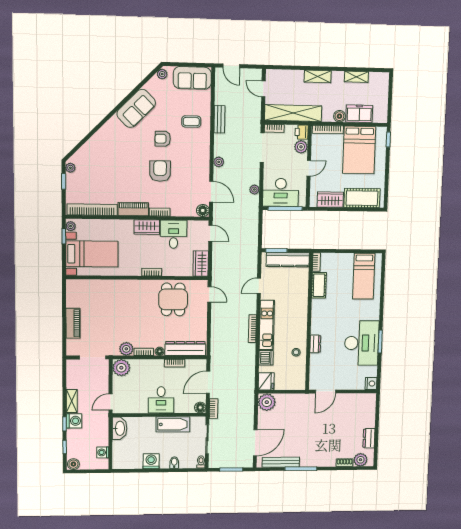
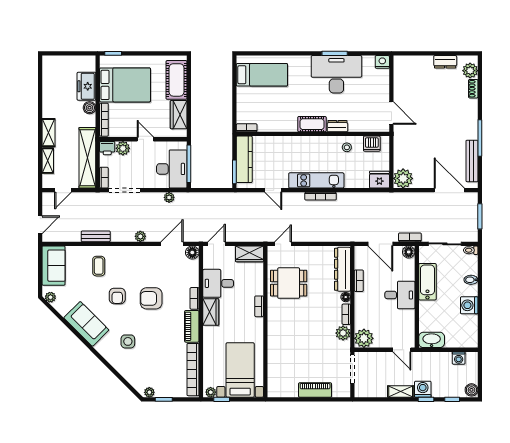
shelving: (356, 77) -> (48, 161), moved
side table: (119, 148) -> (128, 341), added
cot: (319, 285) -> (312, 124), moved
dishwasher: (266, 358) -> (372, 144), moved, turned 180

